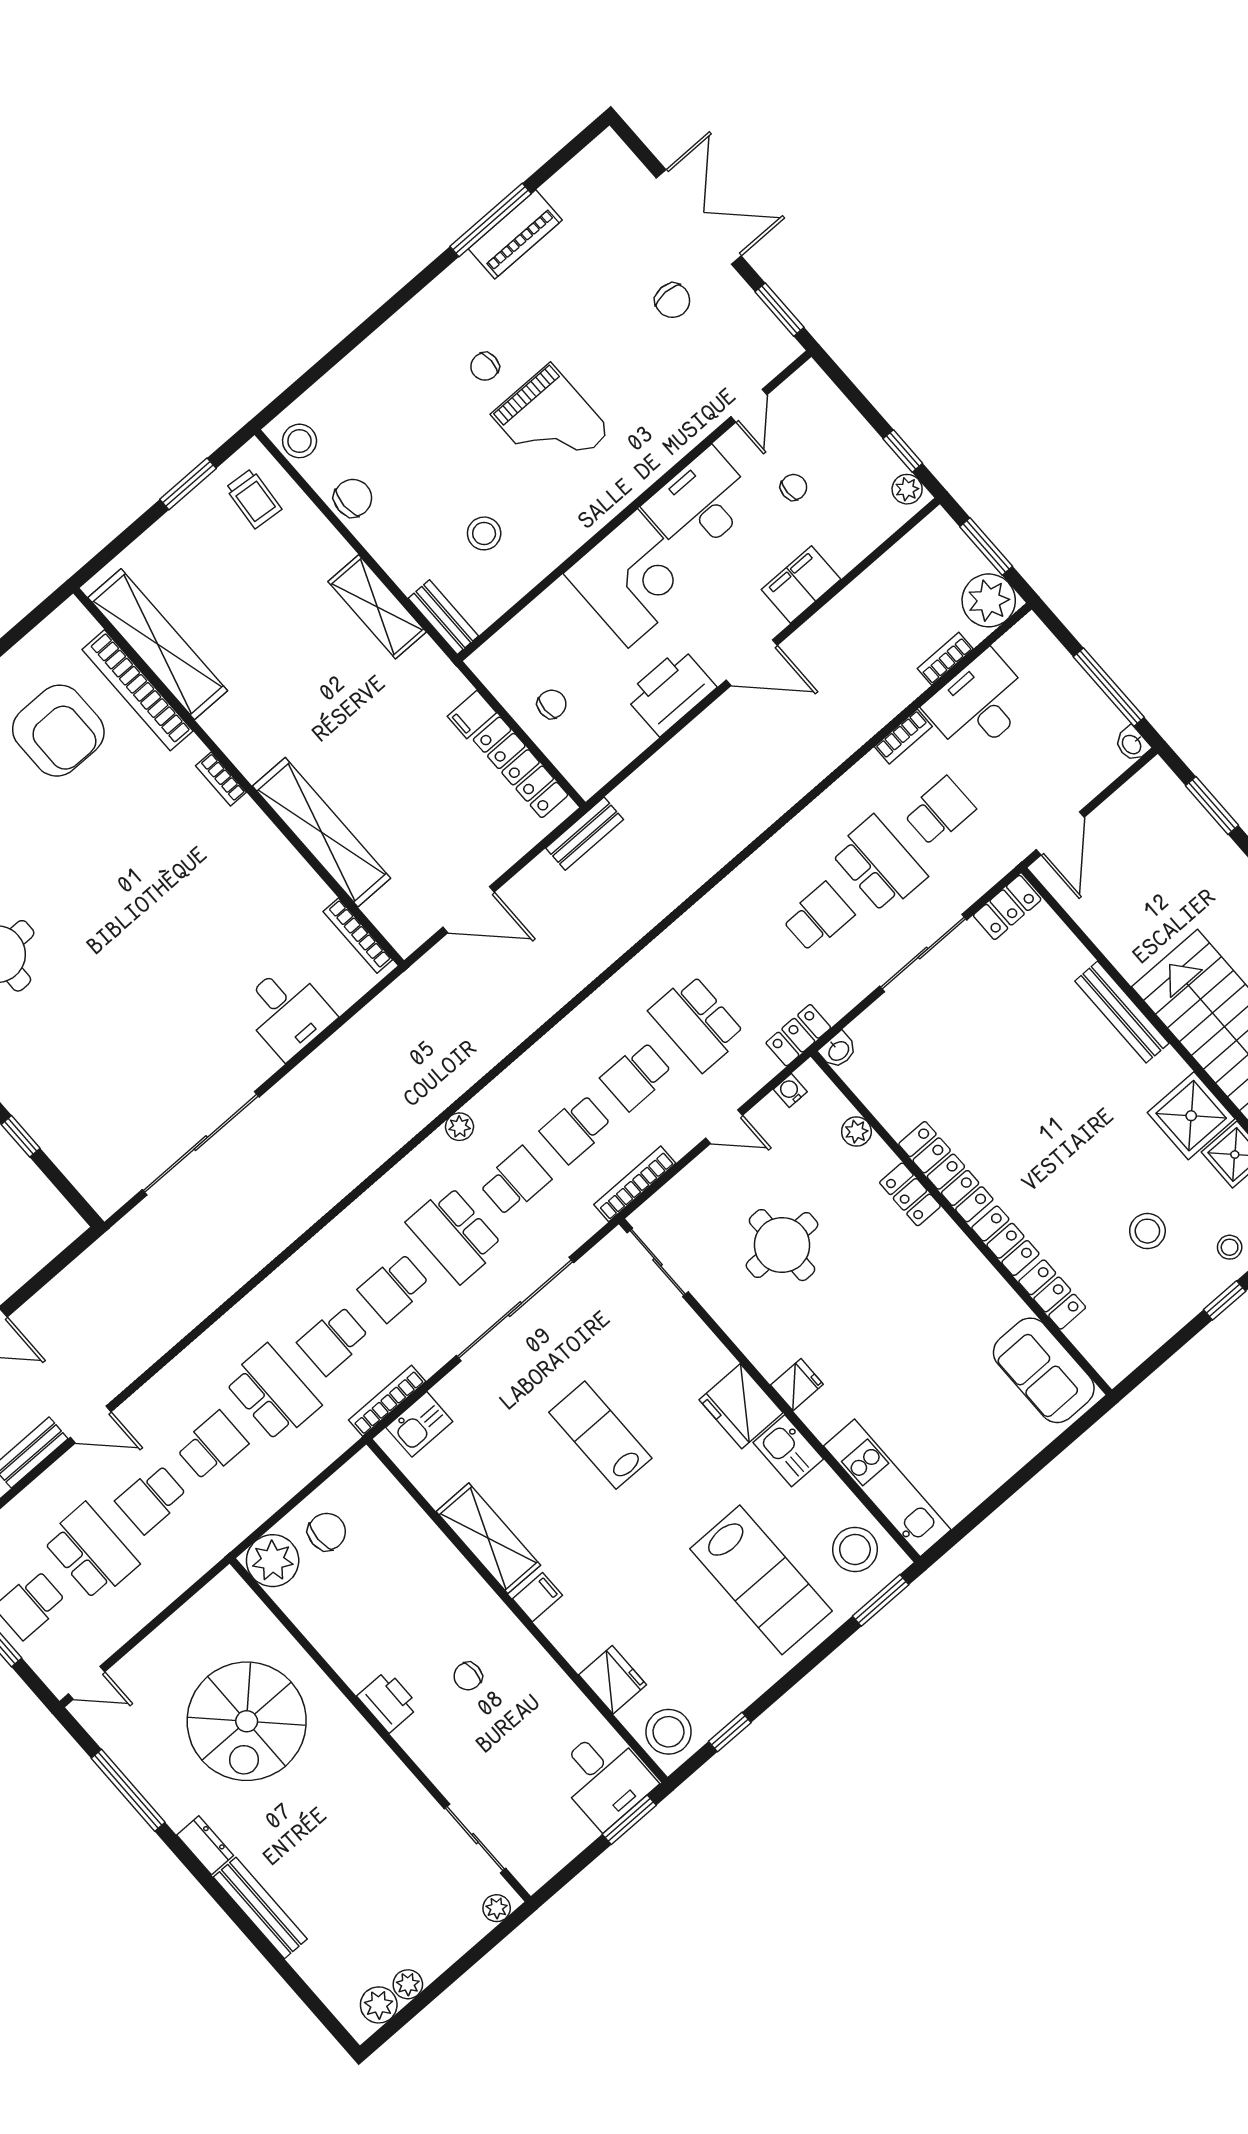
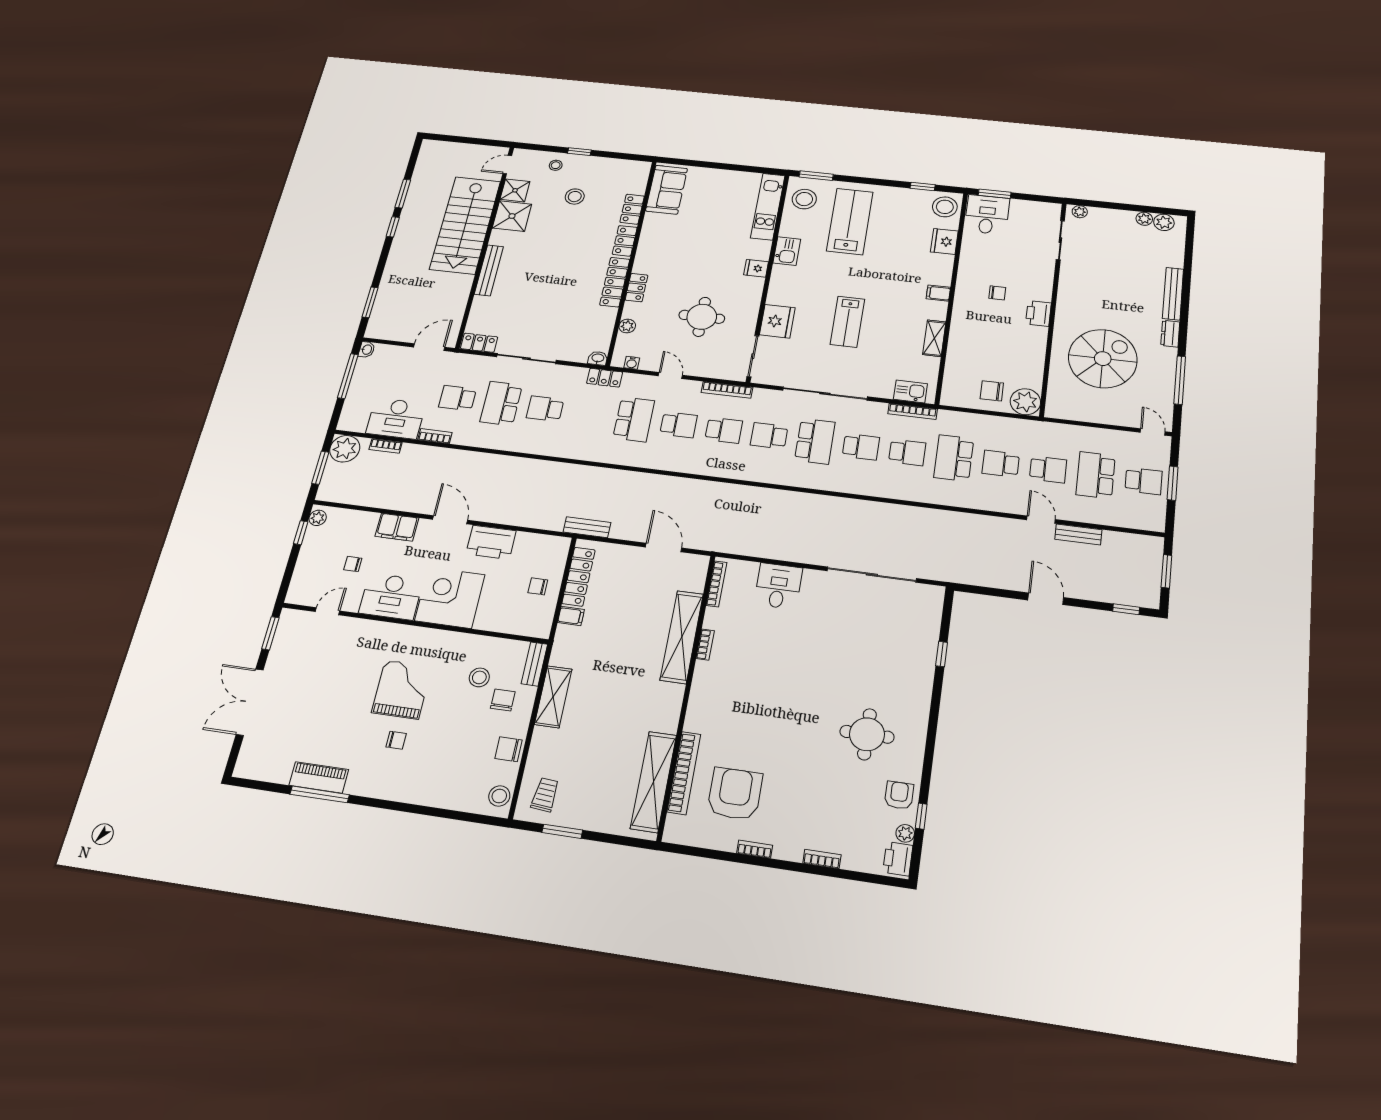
chair: (672, 300) -> (503, 700), moved
bookcase: (221, 779) -> (705, 645), moved
plant: (459, 1127) -> (765, 476), removed
fridge: (741, 1406) -> (777, 321), moved
shelving: (488, 1538) -> (934, 338), width x0.67, depth x0.75

